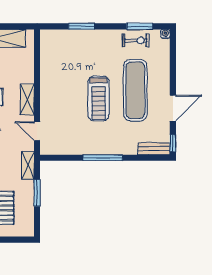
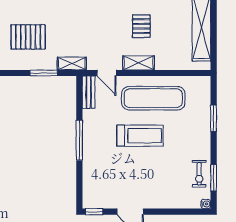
exercise mat: (135, 90) -> (153, 98), moved
treadmill: (98, 98) -> (140, 136), turned 180
door: (37, 131) -> (107, 73), swing flipped
bench: (154, 149) -> (89, 92), moved

